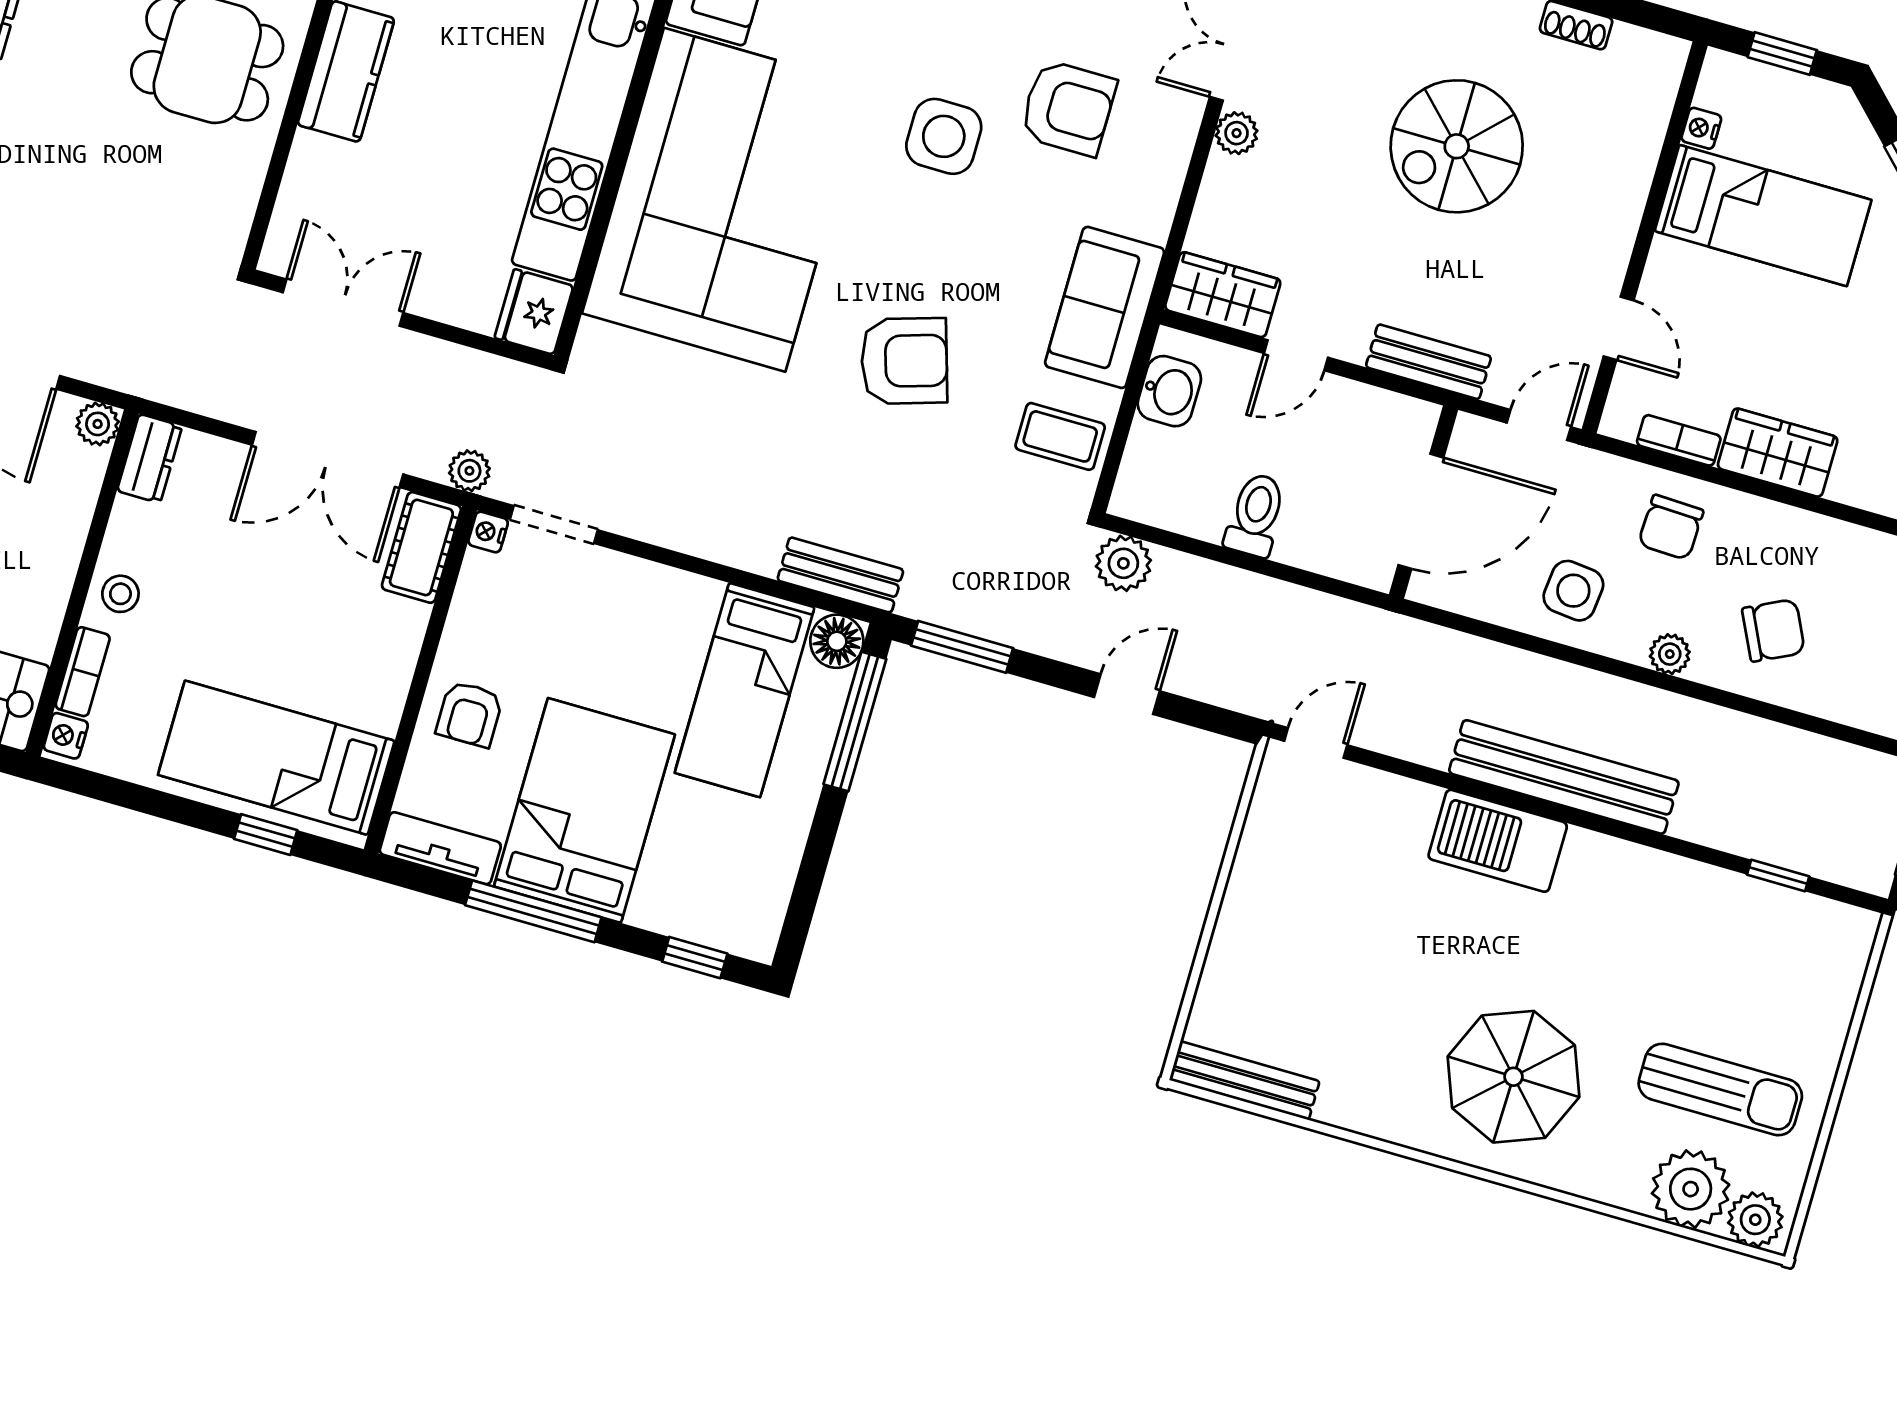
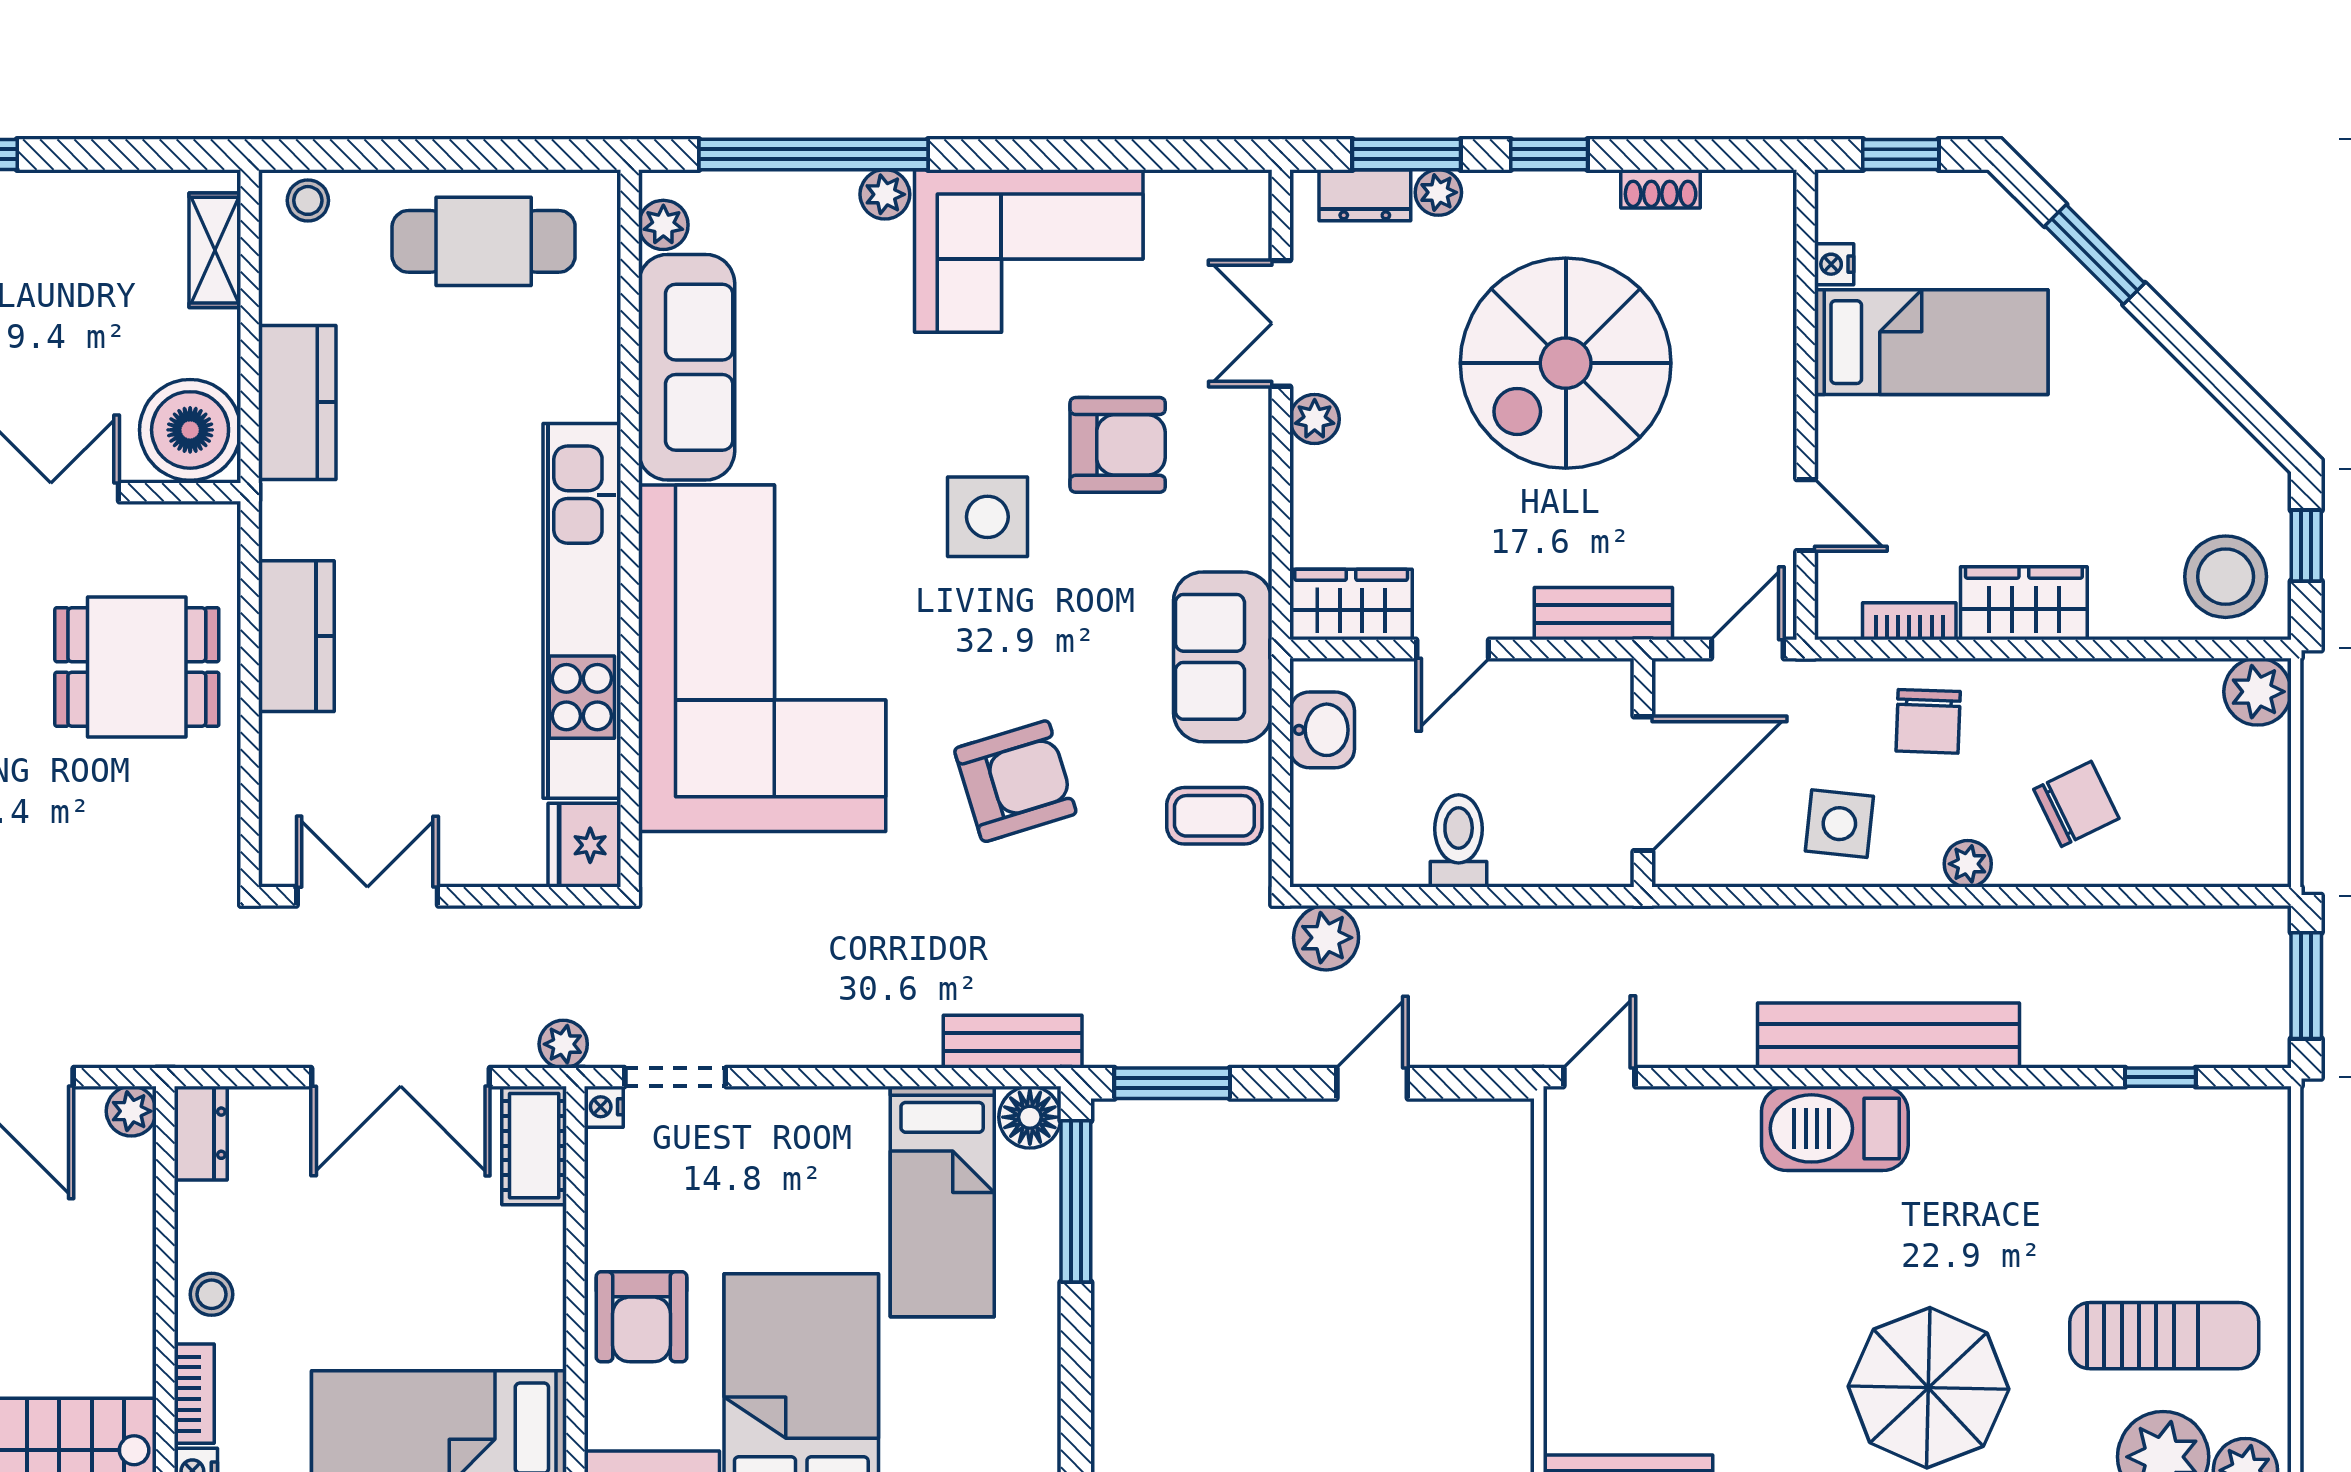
spiral stairs: (1457, 146) -> (1566, 363), width x1.37, depth x1.37
armchair: (470, 714) -> (641, 1317), width x1.38, depth x1.38

